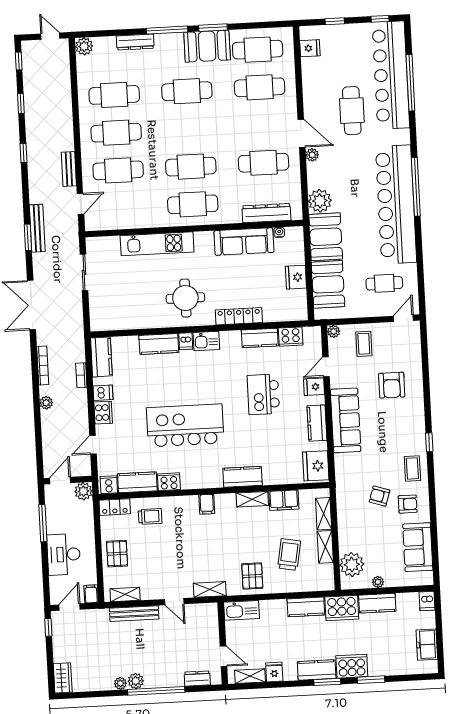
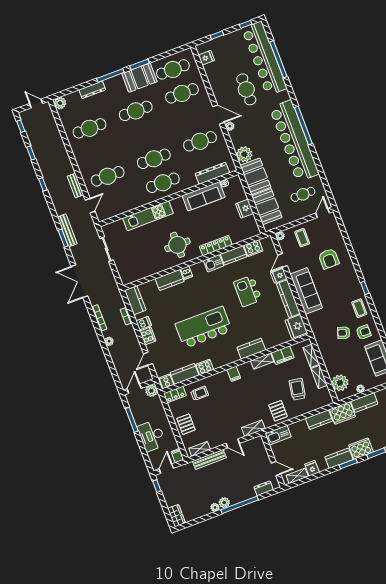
cafe table: (116, 133) -> (99, 152), removed
kitchen sink: (206, 341) -> (213, 263), moved
kitchen counter: (317, 423) -> (288, 299), width x1.50

